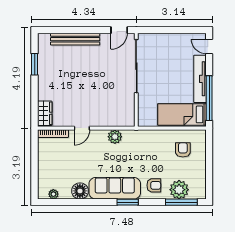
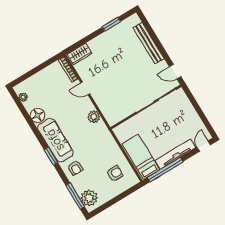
plant: (179, 190) -> (89, 198), moved

